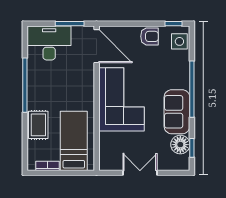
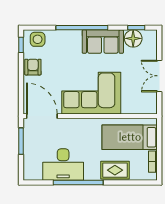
desk: (49, 43) -> (63, 165), moved, turned -90
door: (97, 46) -> (42, 116), hinge flipped

